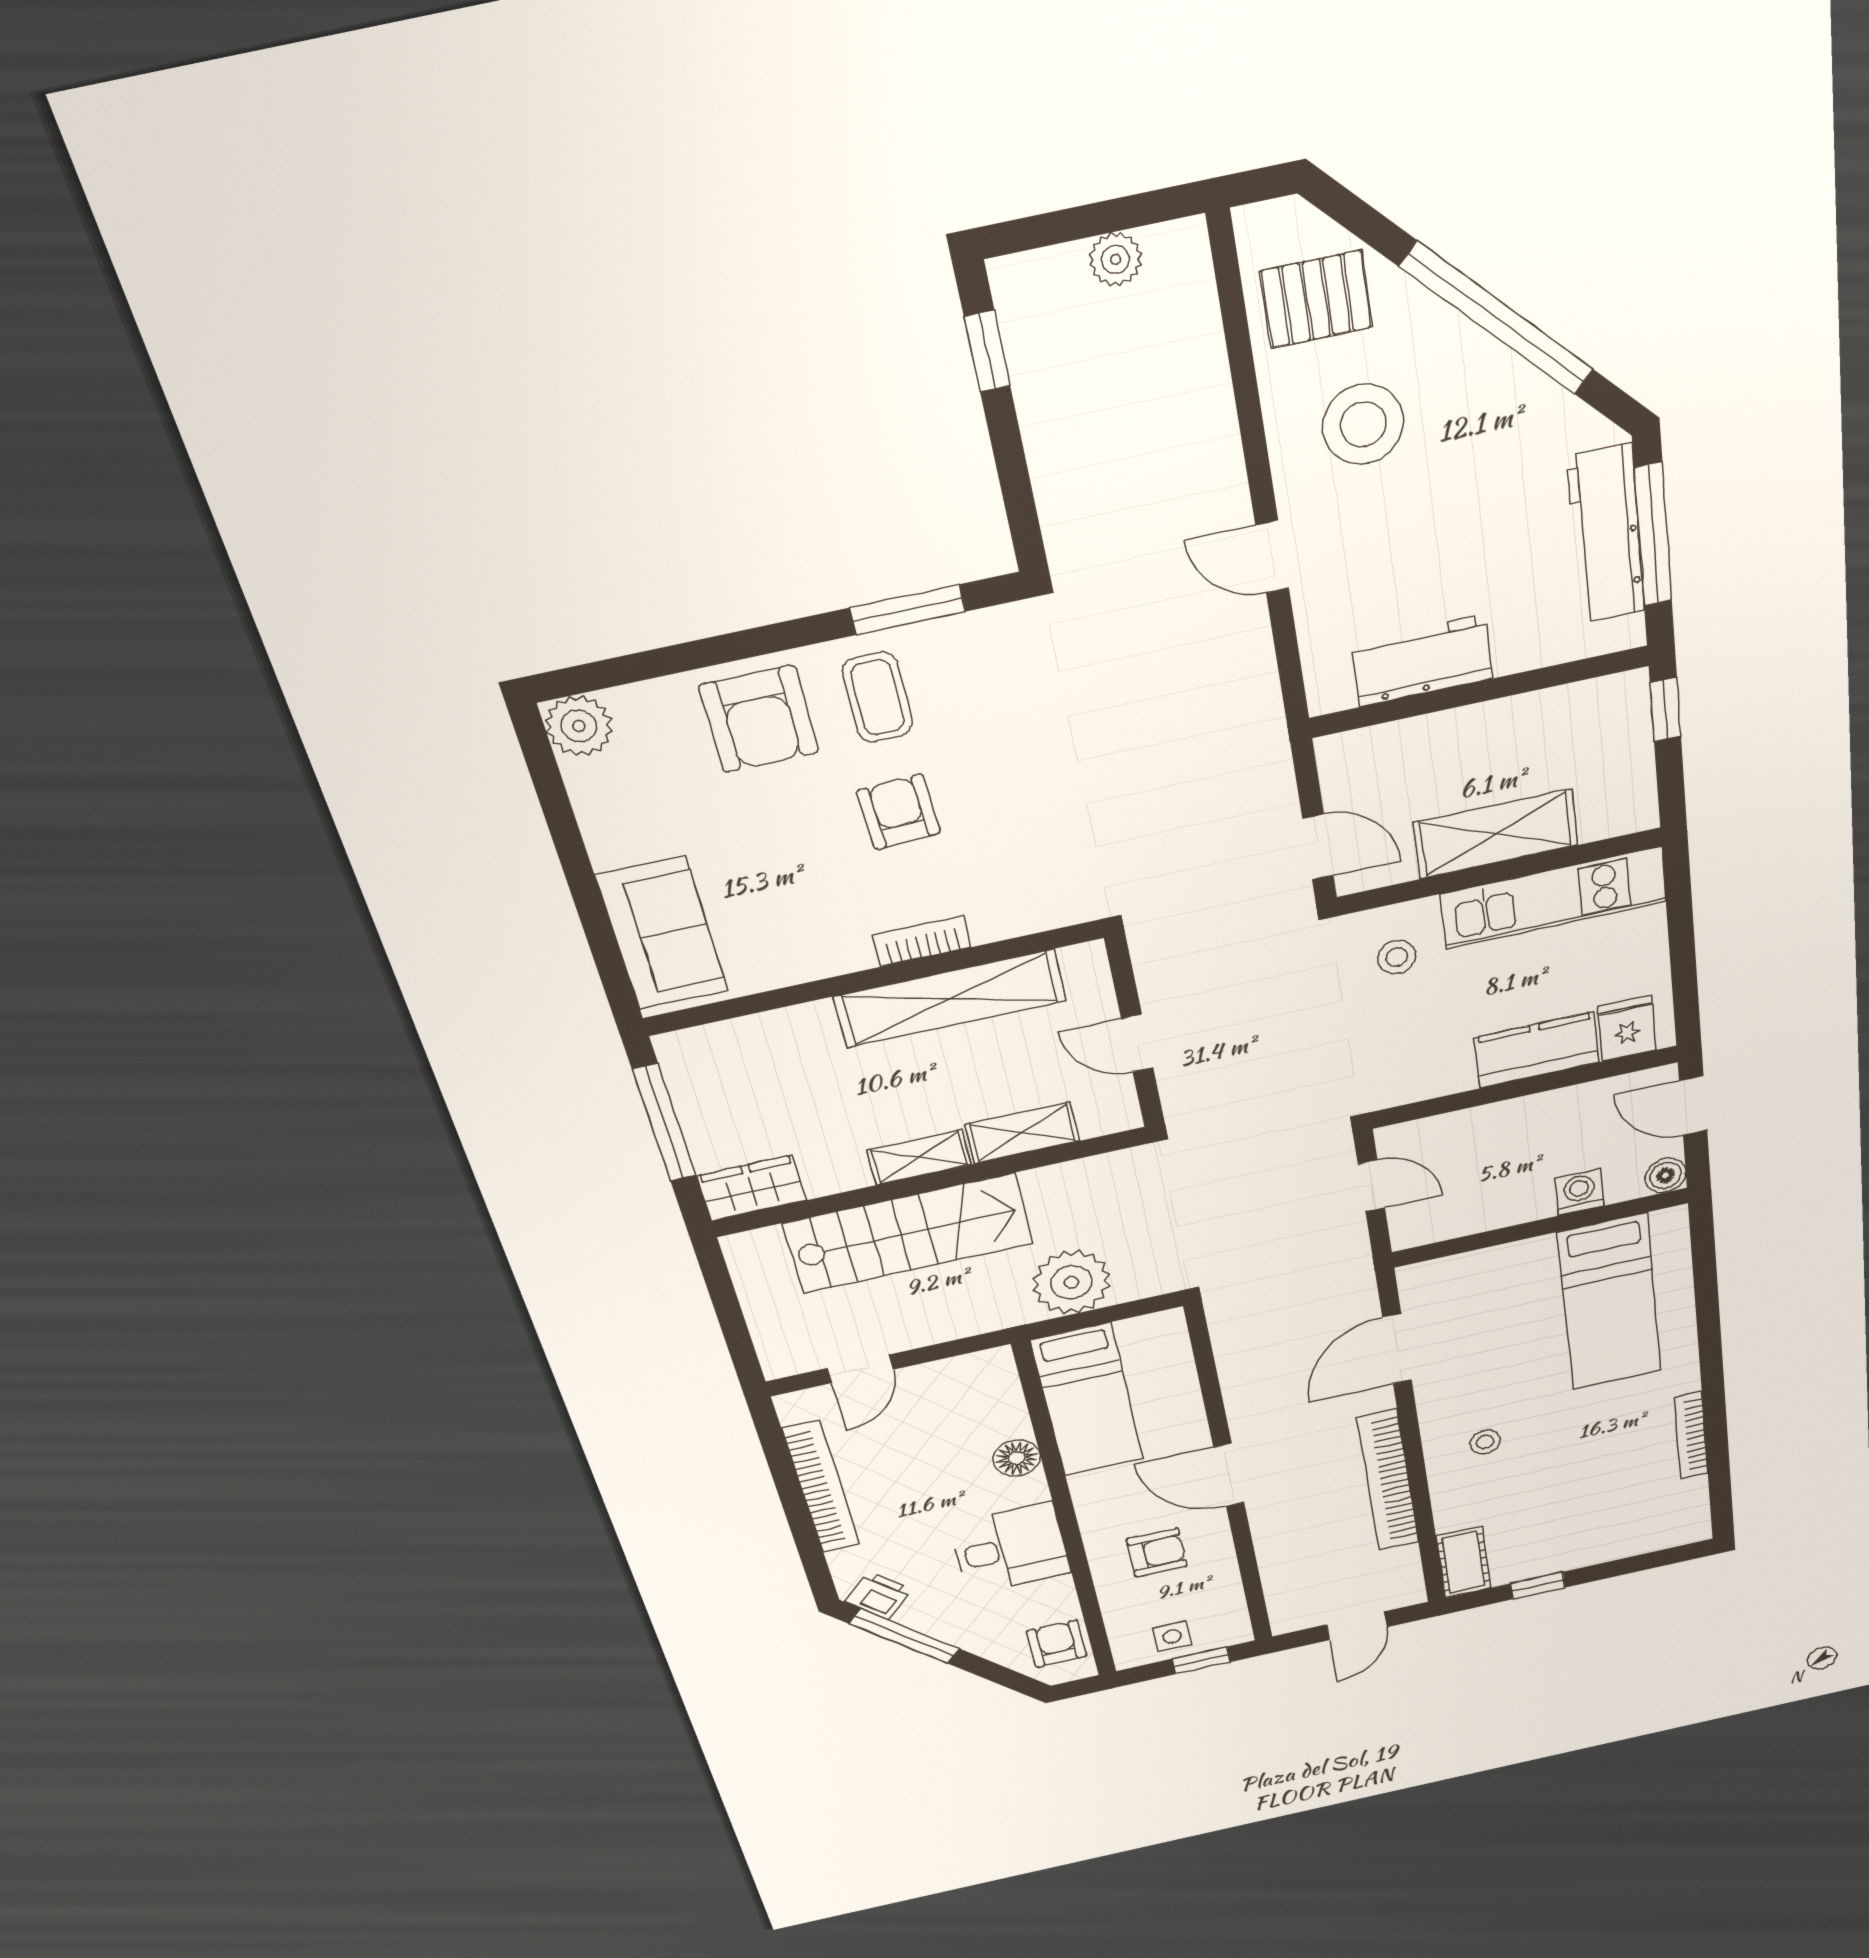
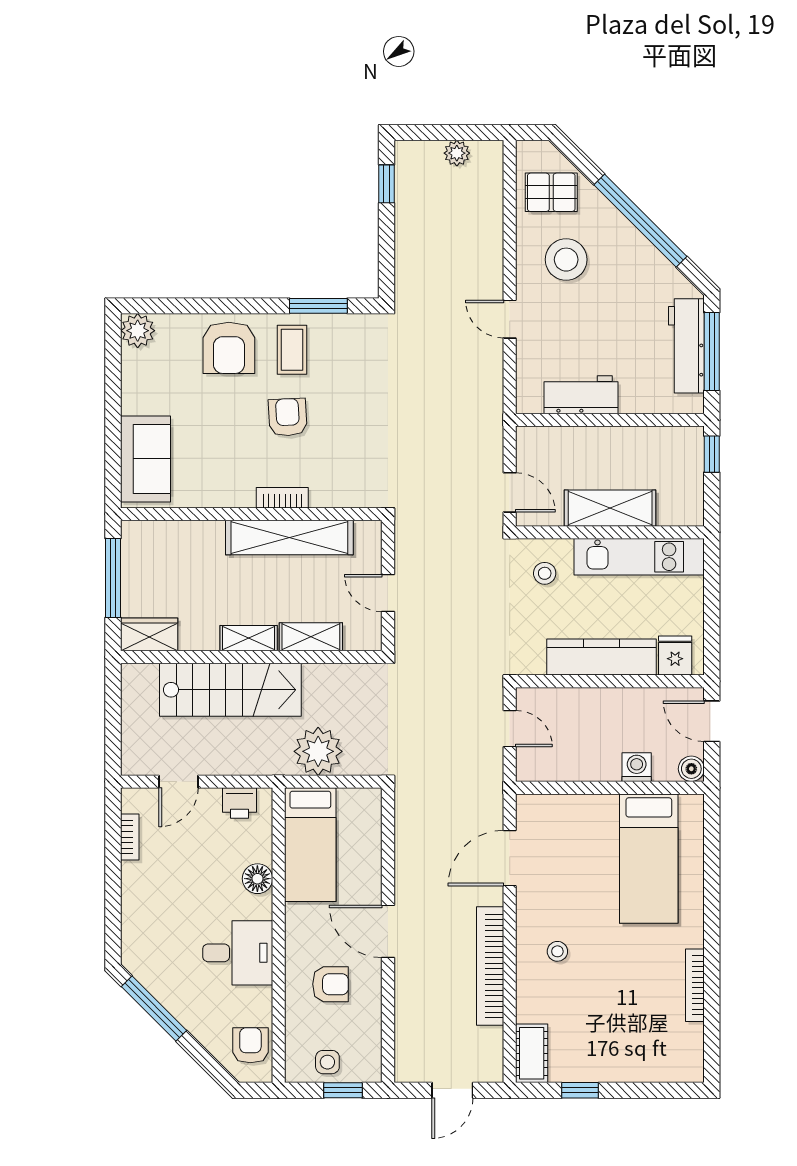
kitchen counter: (1537, 1050) -> (602, 657), width x1.50
bookcase: (821, 1487) -> (130, 837), width x0.43, depth x0.76
printer: (878, 1595) -> (240, 803), moved, turned 135

